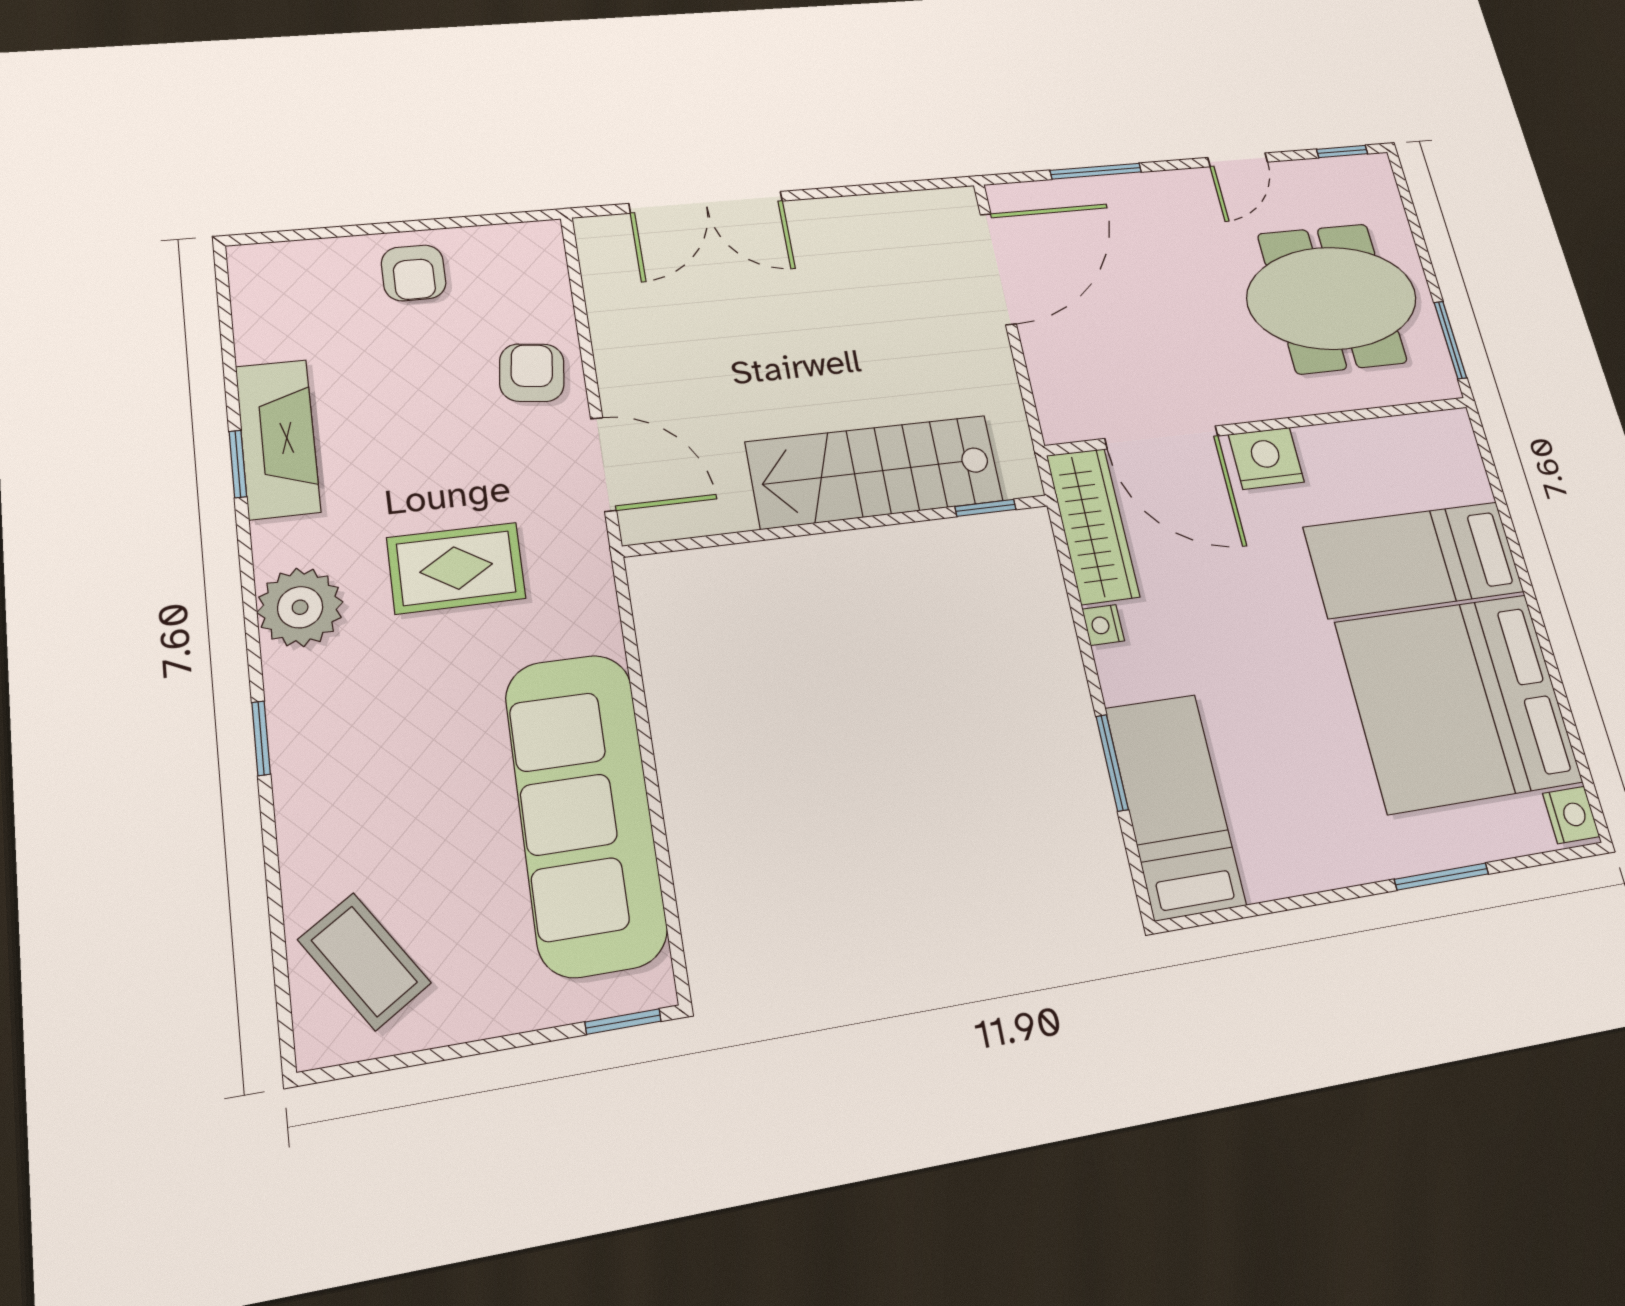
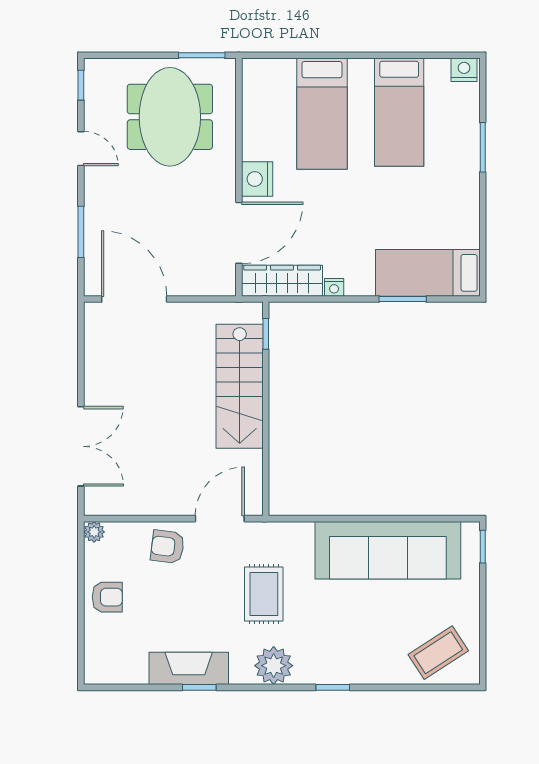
plant: (543, 238) -> (94, 532), added
bed: (1458, 702) -> (399, 112), width x0.49

